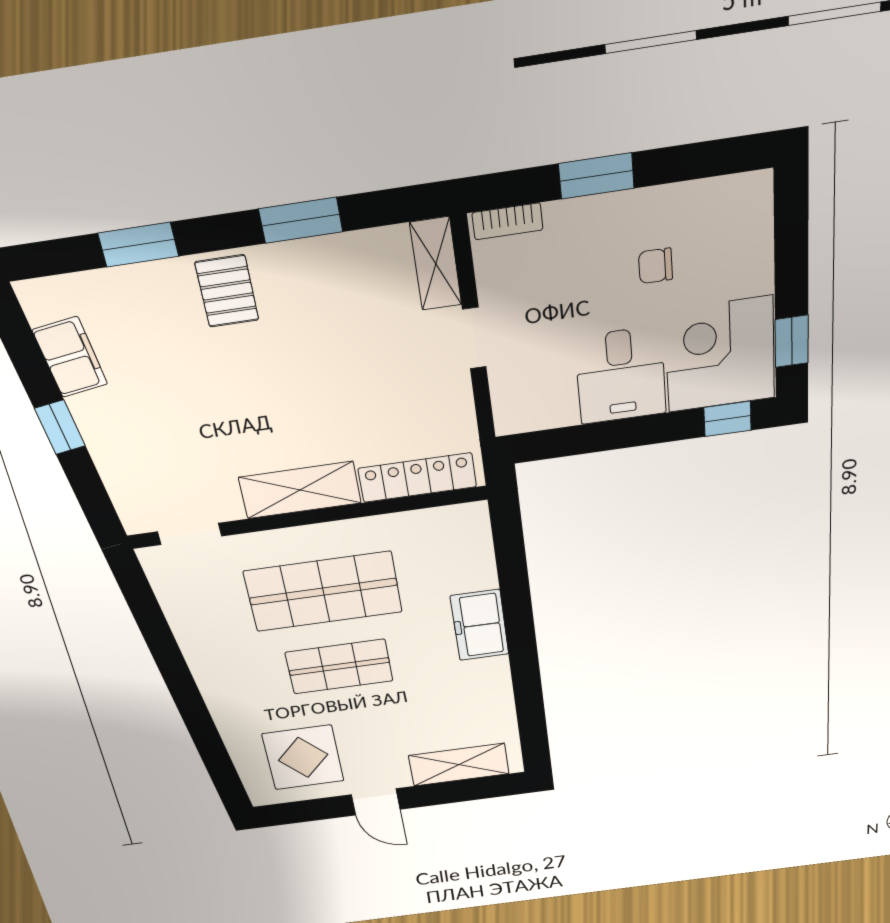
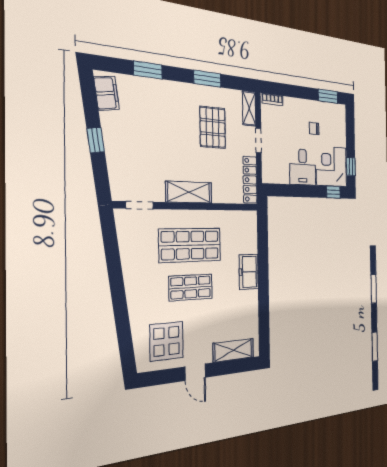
window: (596, 176) -> (328, 96), moved
pallet: (227, 291) -> (213, 127), moved, width x1.50, depth x1.42
filing cabinet: (70, 357) -> (107, 93), moved
locker: (417, 478) -> (250, 180), moved, turned -90

